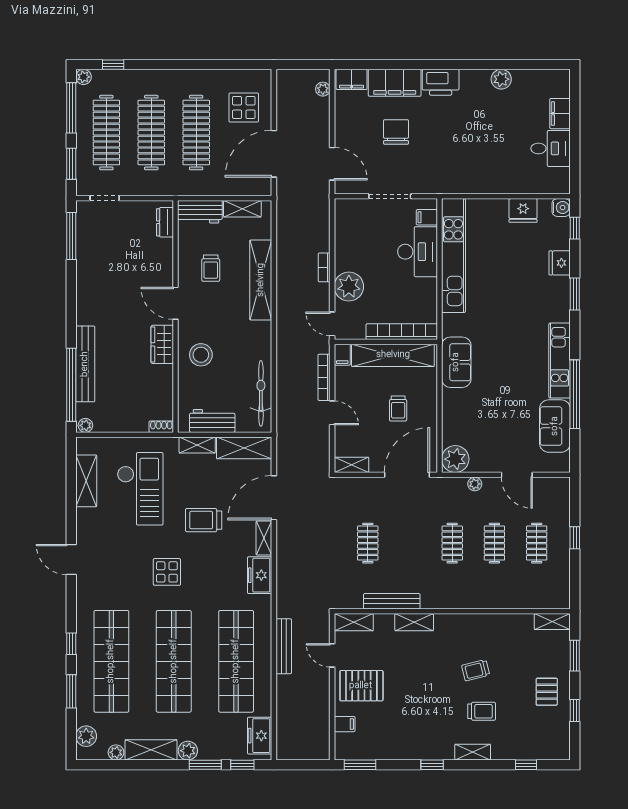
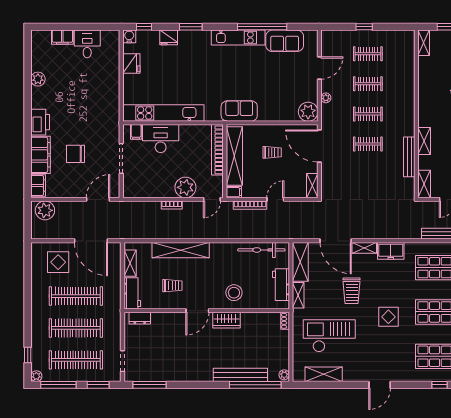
plant: (323, 89) -> (45, 210), width x1.87, depth x1.87
clothes rail: (368, 543) -> (368, 144), moved

